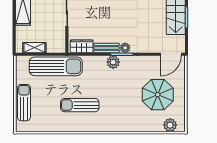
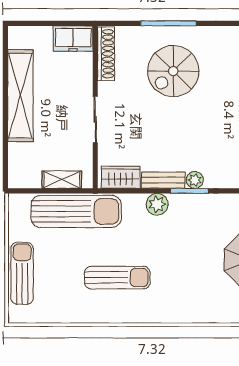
shelving: (34, 48) -> (62, 180), moved
plant: (113, 62) -> (157, 204), moved
sun lounger: (80, 105) -> (117, 278), turned 180

